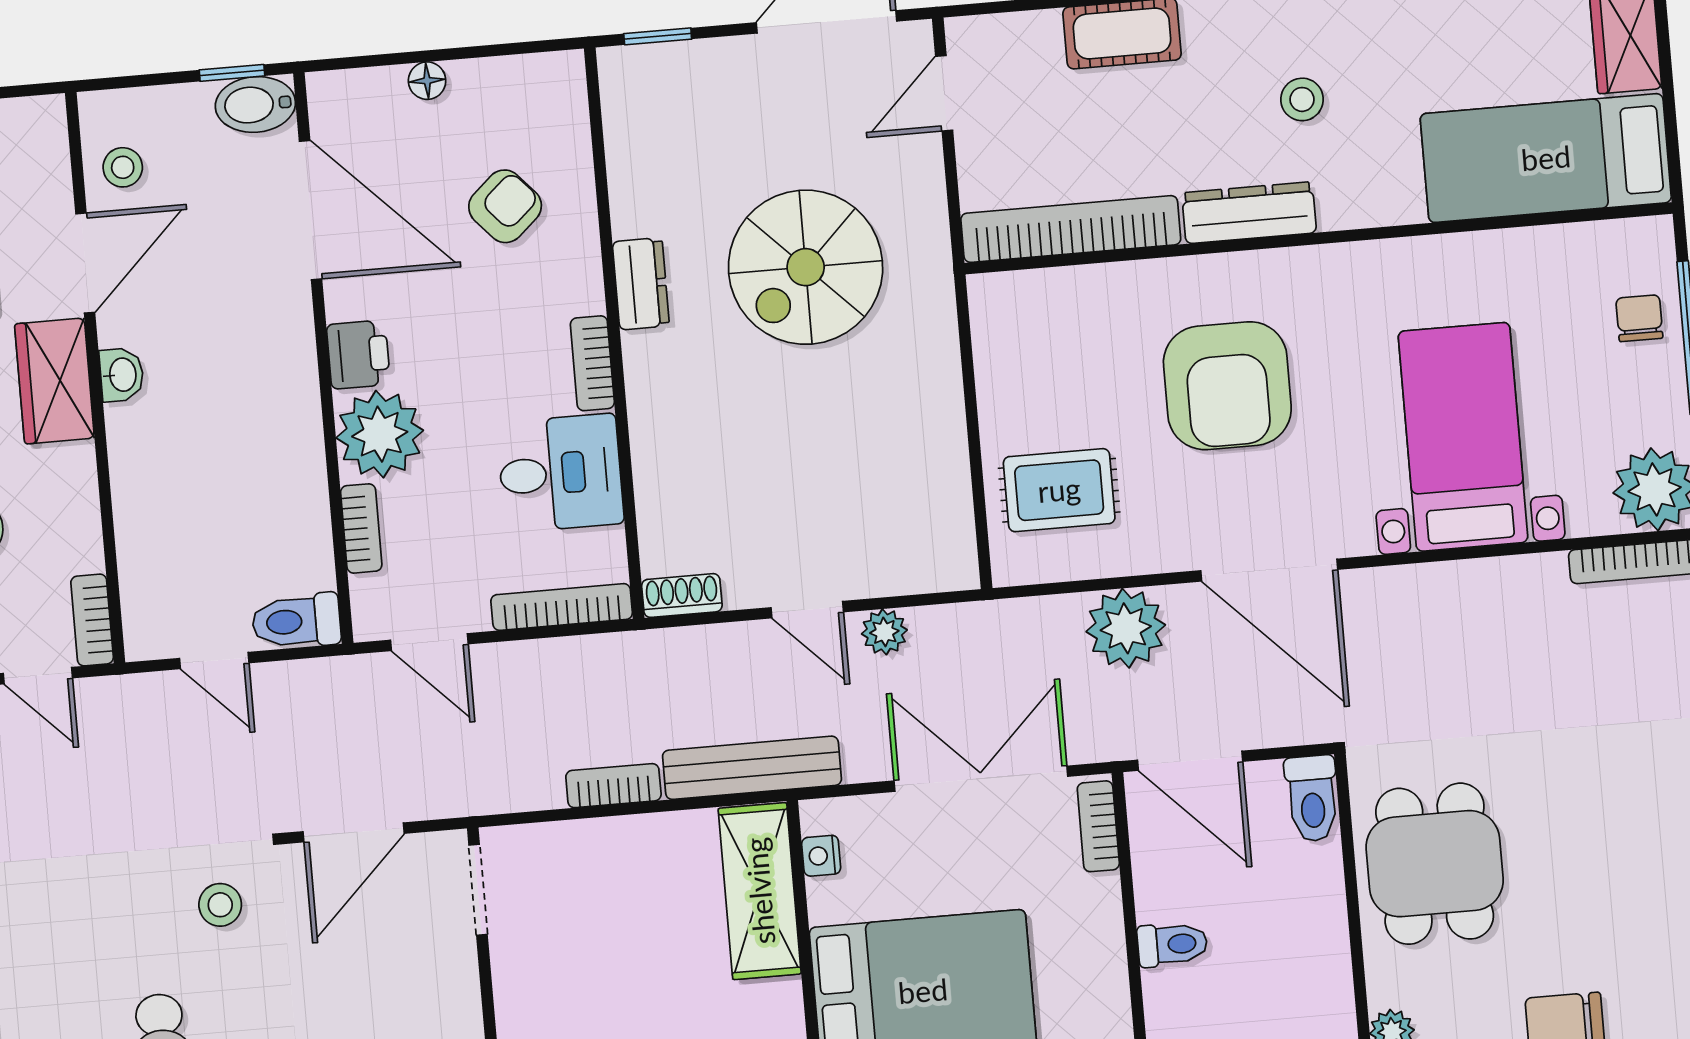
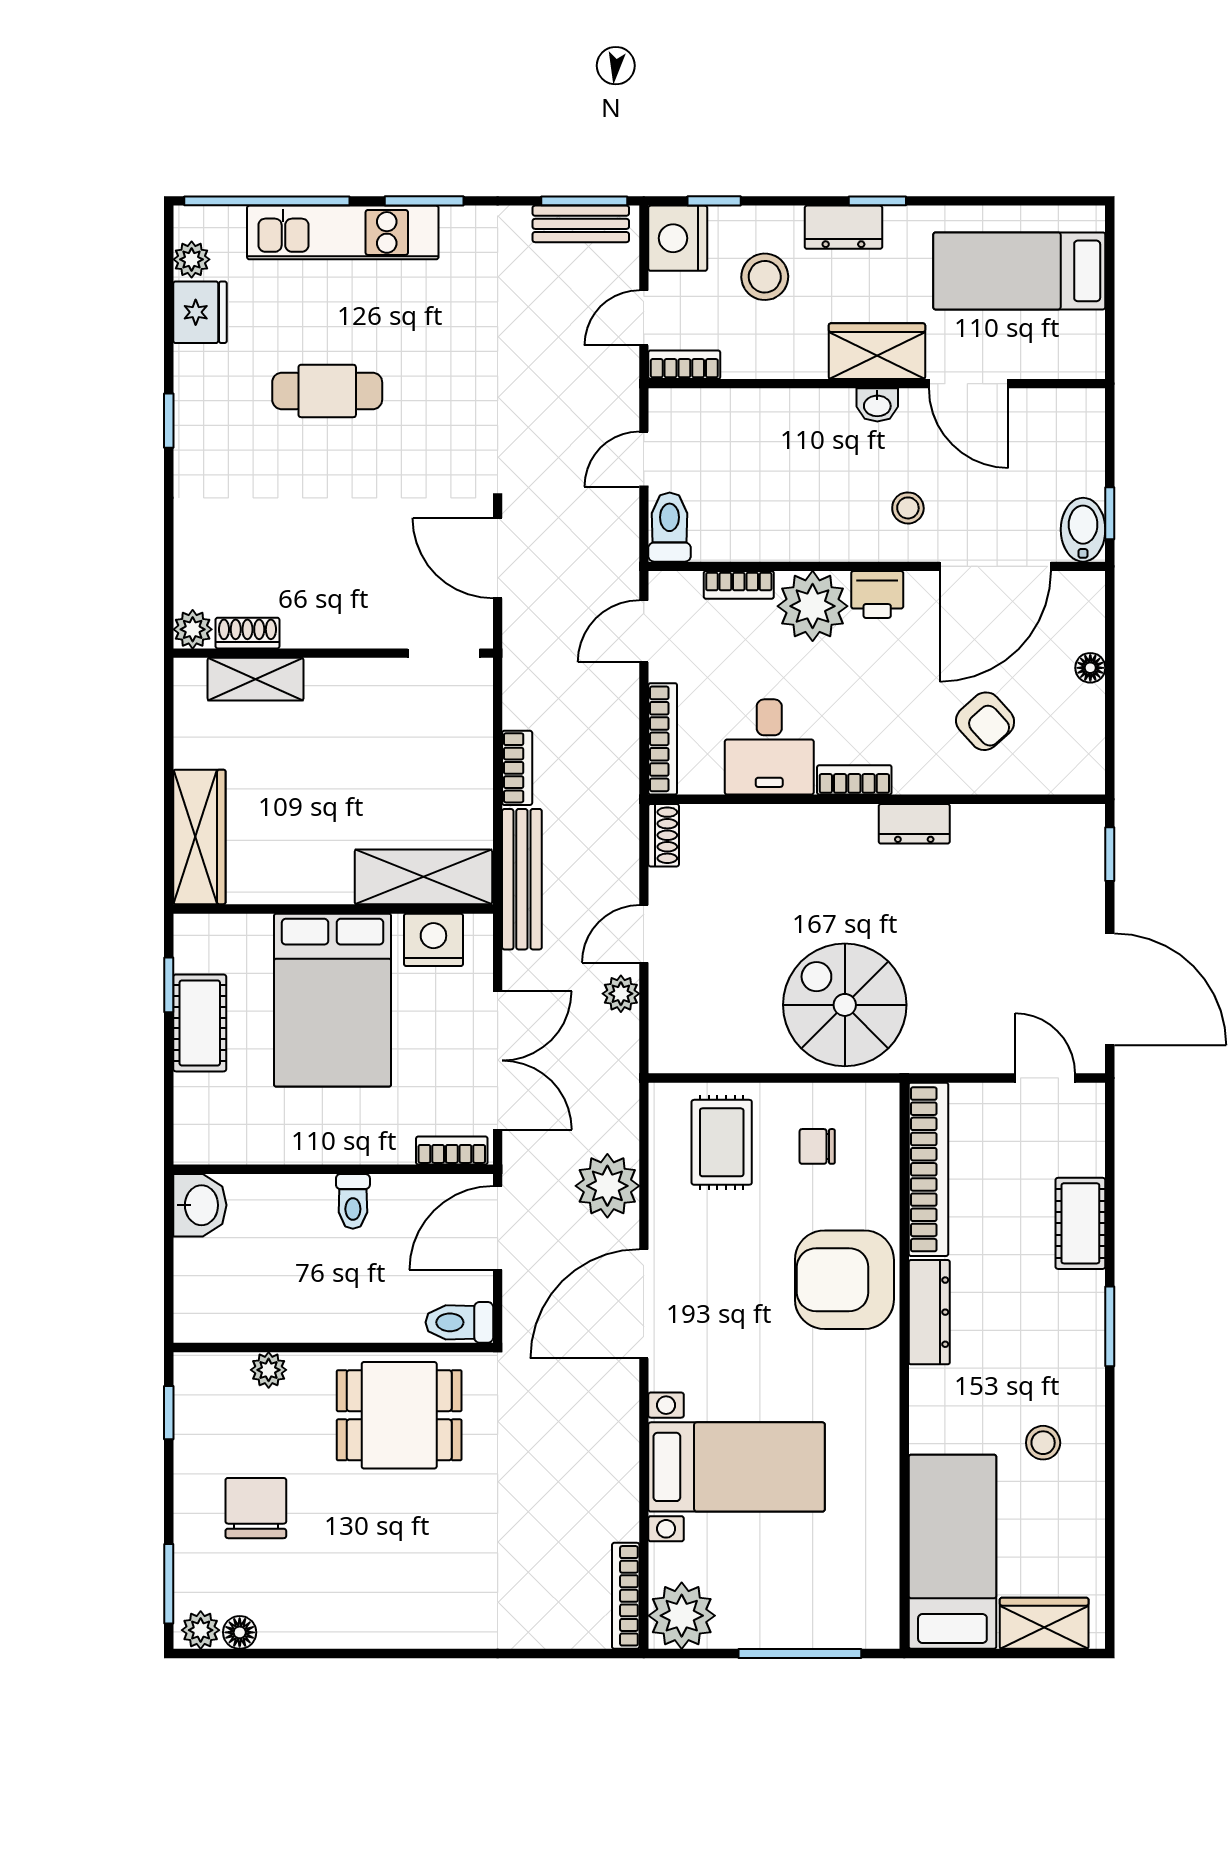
stool: (1302, 99) -> (1043, 1443), moved
stool: (123, 167) -> (908, 508), moved
spiral stairs: (806, 267) -> (845, 1005), moved
chair: (1639, 318) -> (817, 1146), moved, turned 180
armchair: (1227, 386) -> (844, 1280), moved
nightstand: (821, 856) -> (433, 940), width x1.89, depth x1.79
stool: (220, 905) -> (449, 447), removed

